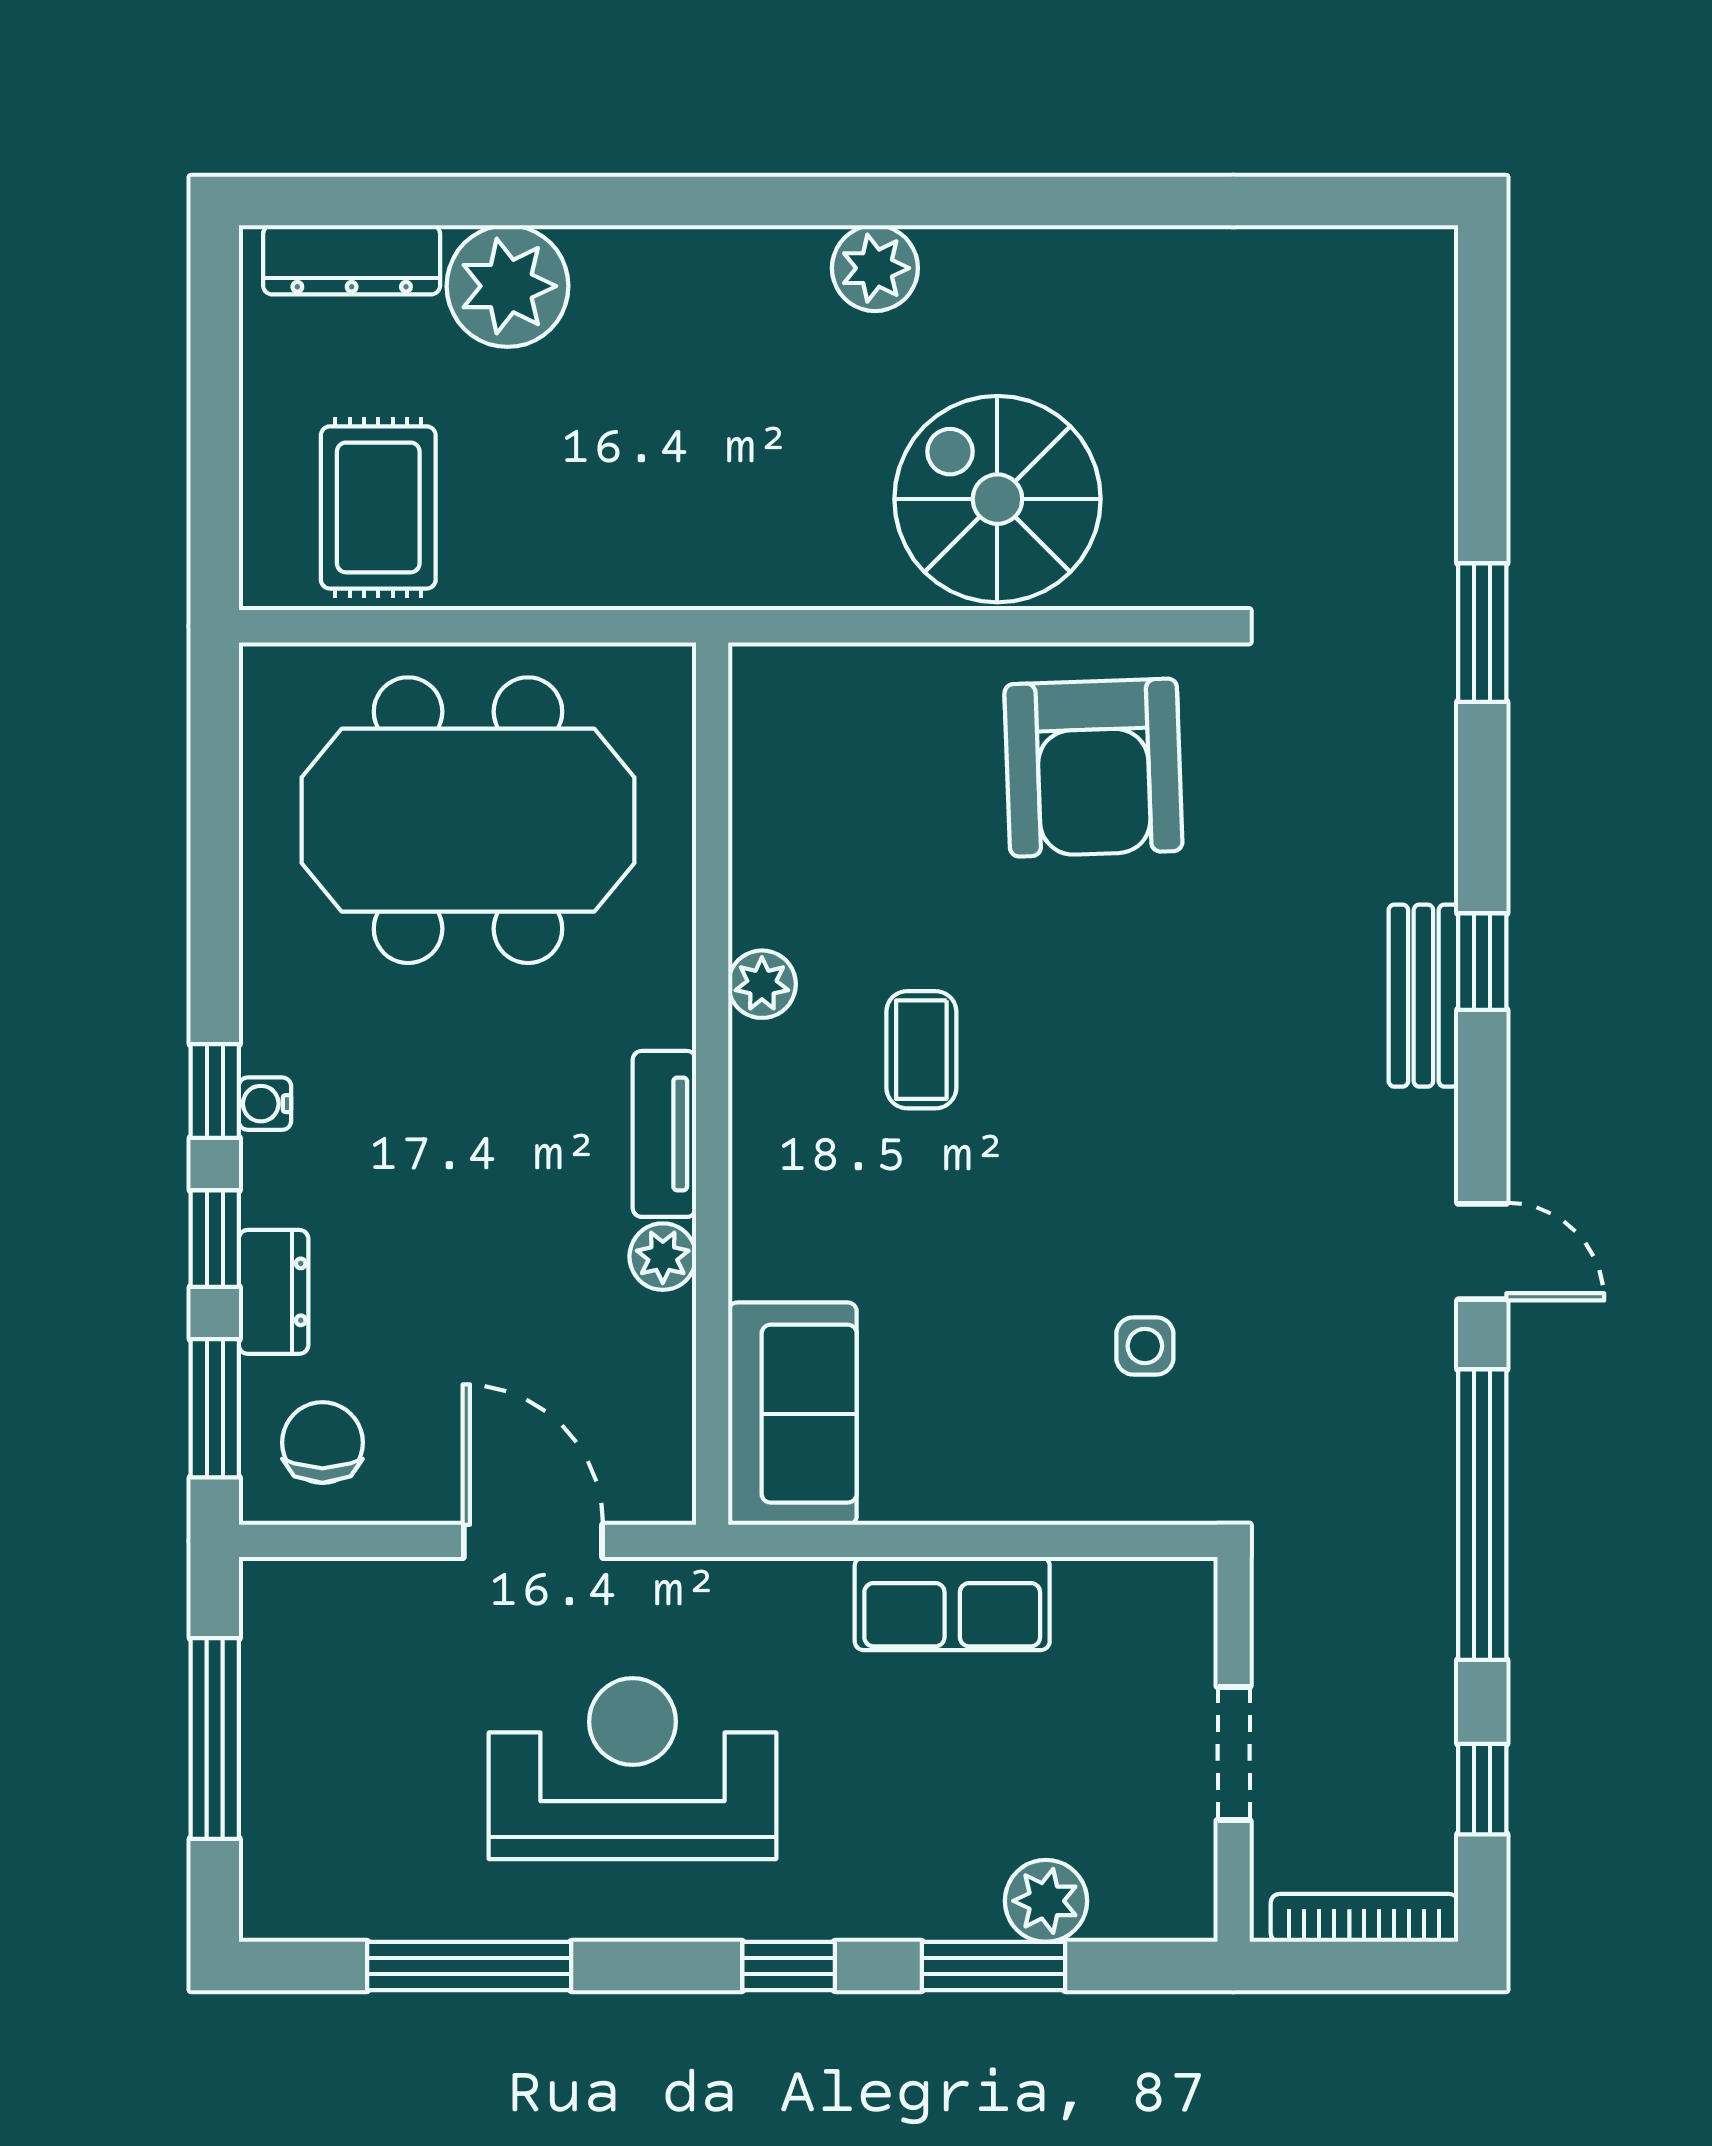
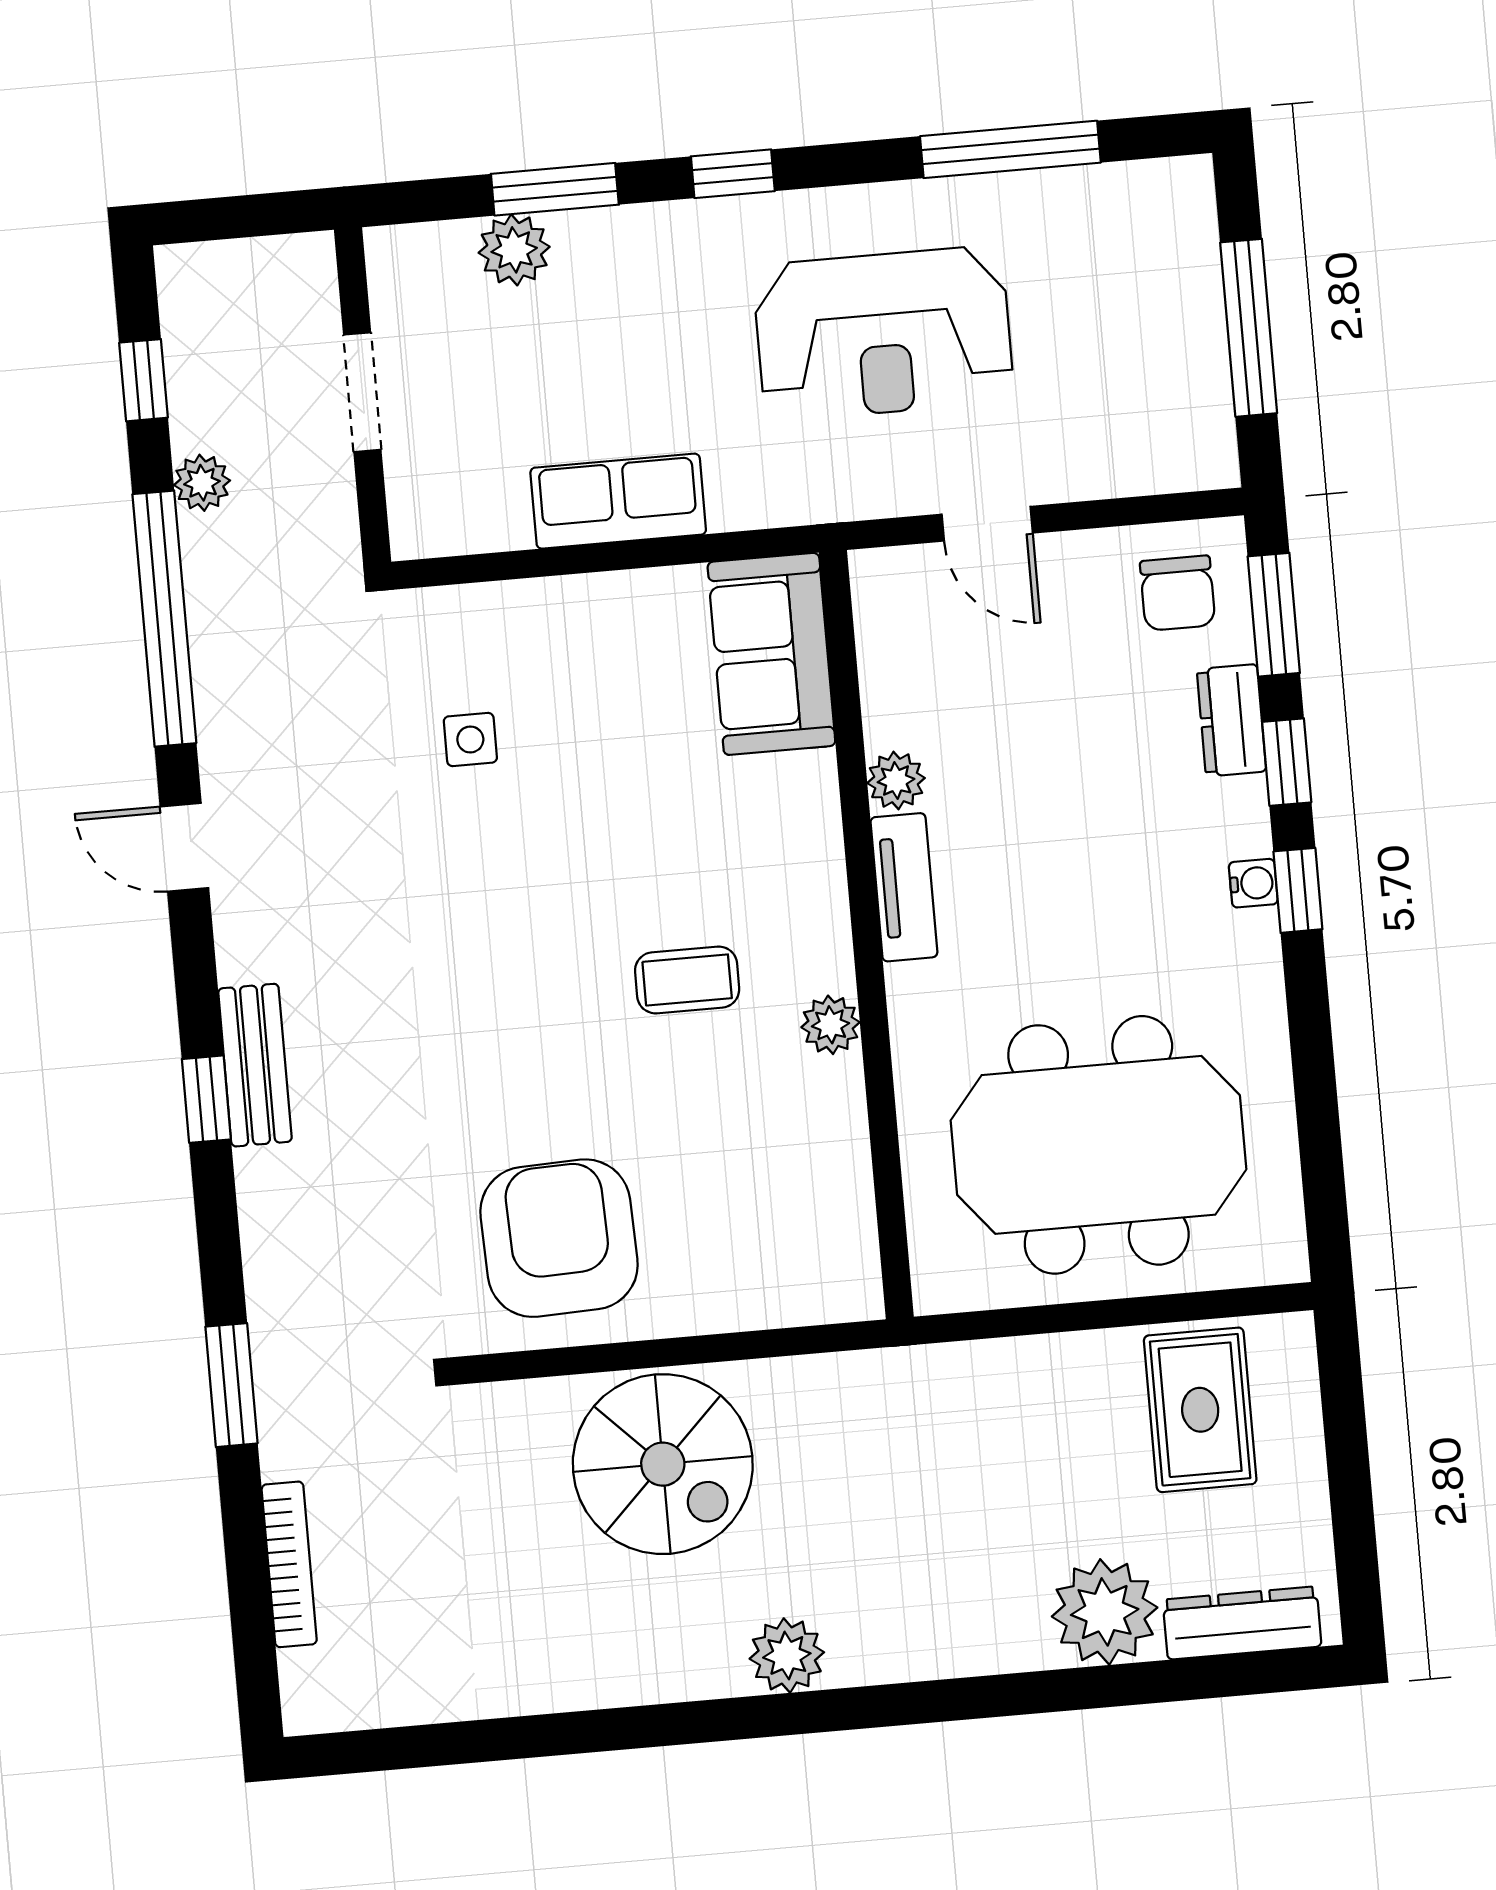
coffee table: (921, 1050) -> (687, 980), turned 90
door: (533, 1541) -> (987, 524), width x0.73
plant: (1426, 1666) -> (202, 483), added
bookcase: (1364, 1918) -> (289, 1564), moved, turned -90

